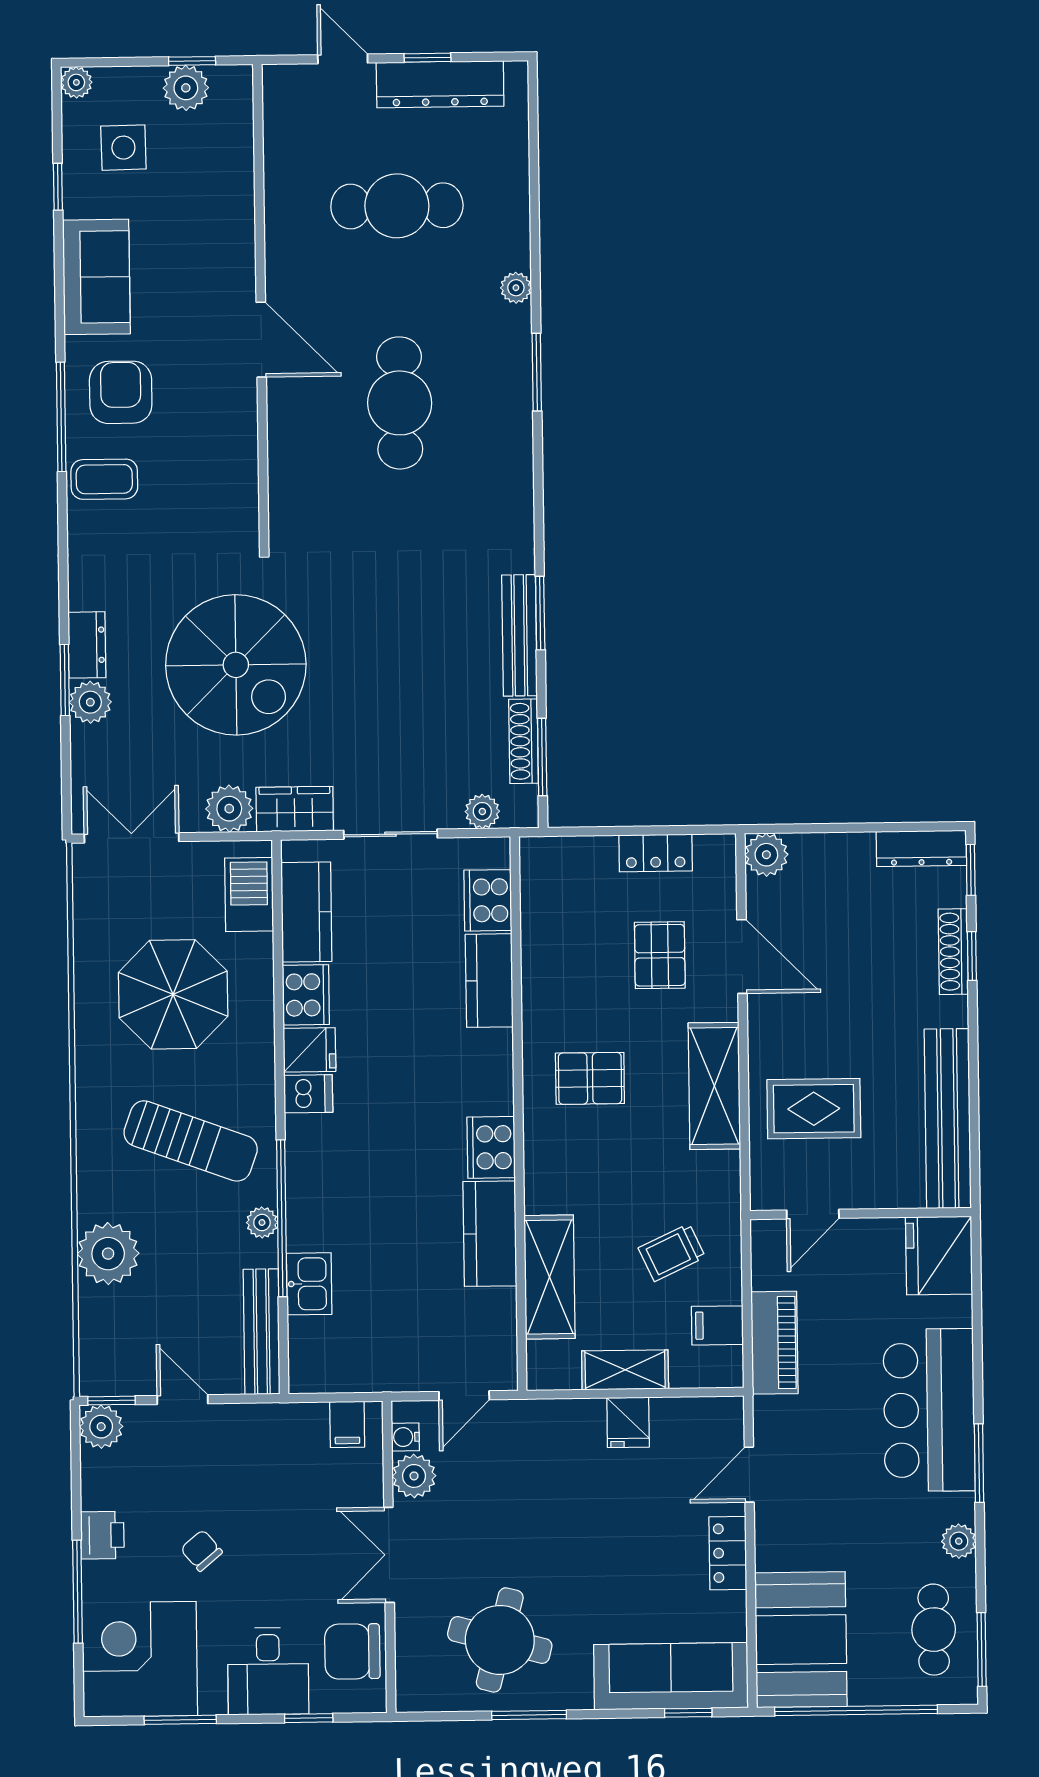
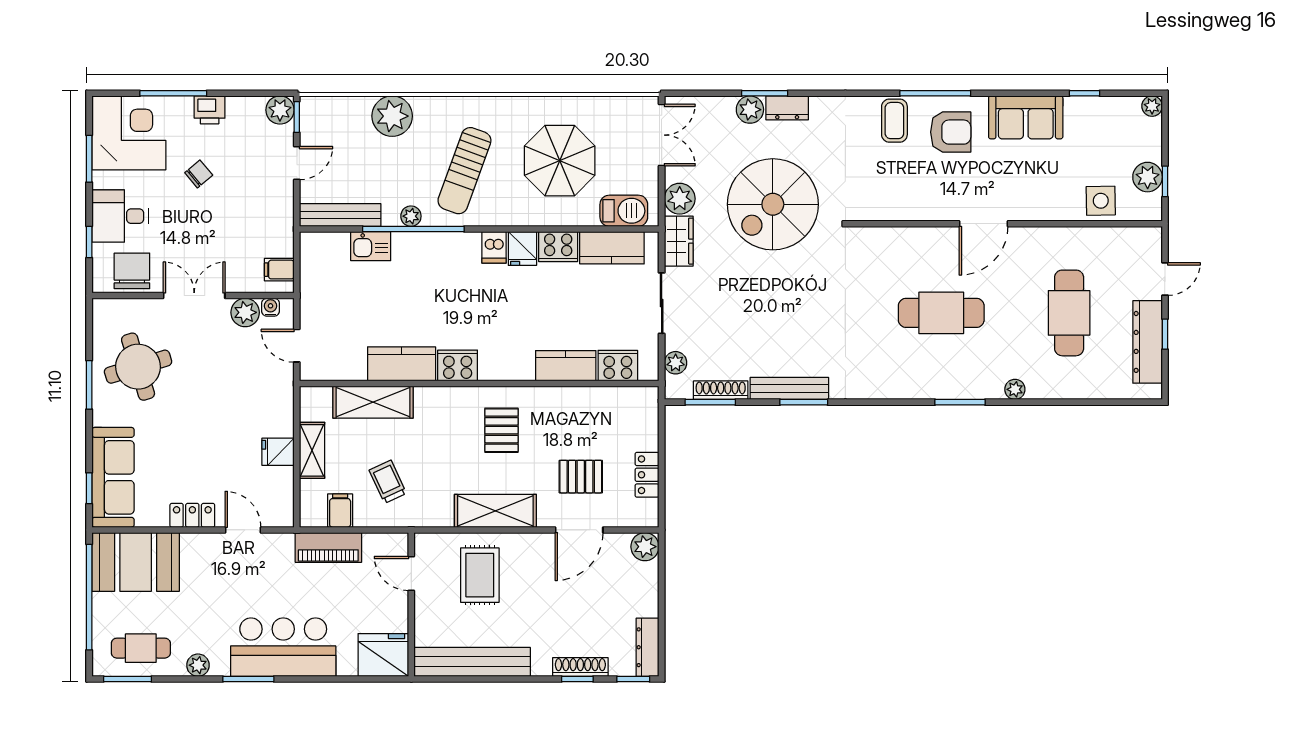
side table: (123, 148) -> (1101, 201), moved
round table: (500, 1640) -> (138, 367), turned -32

